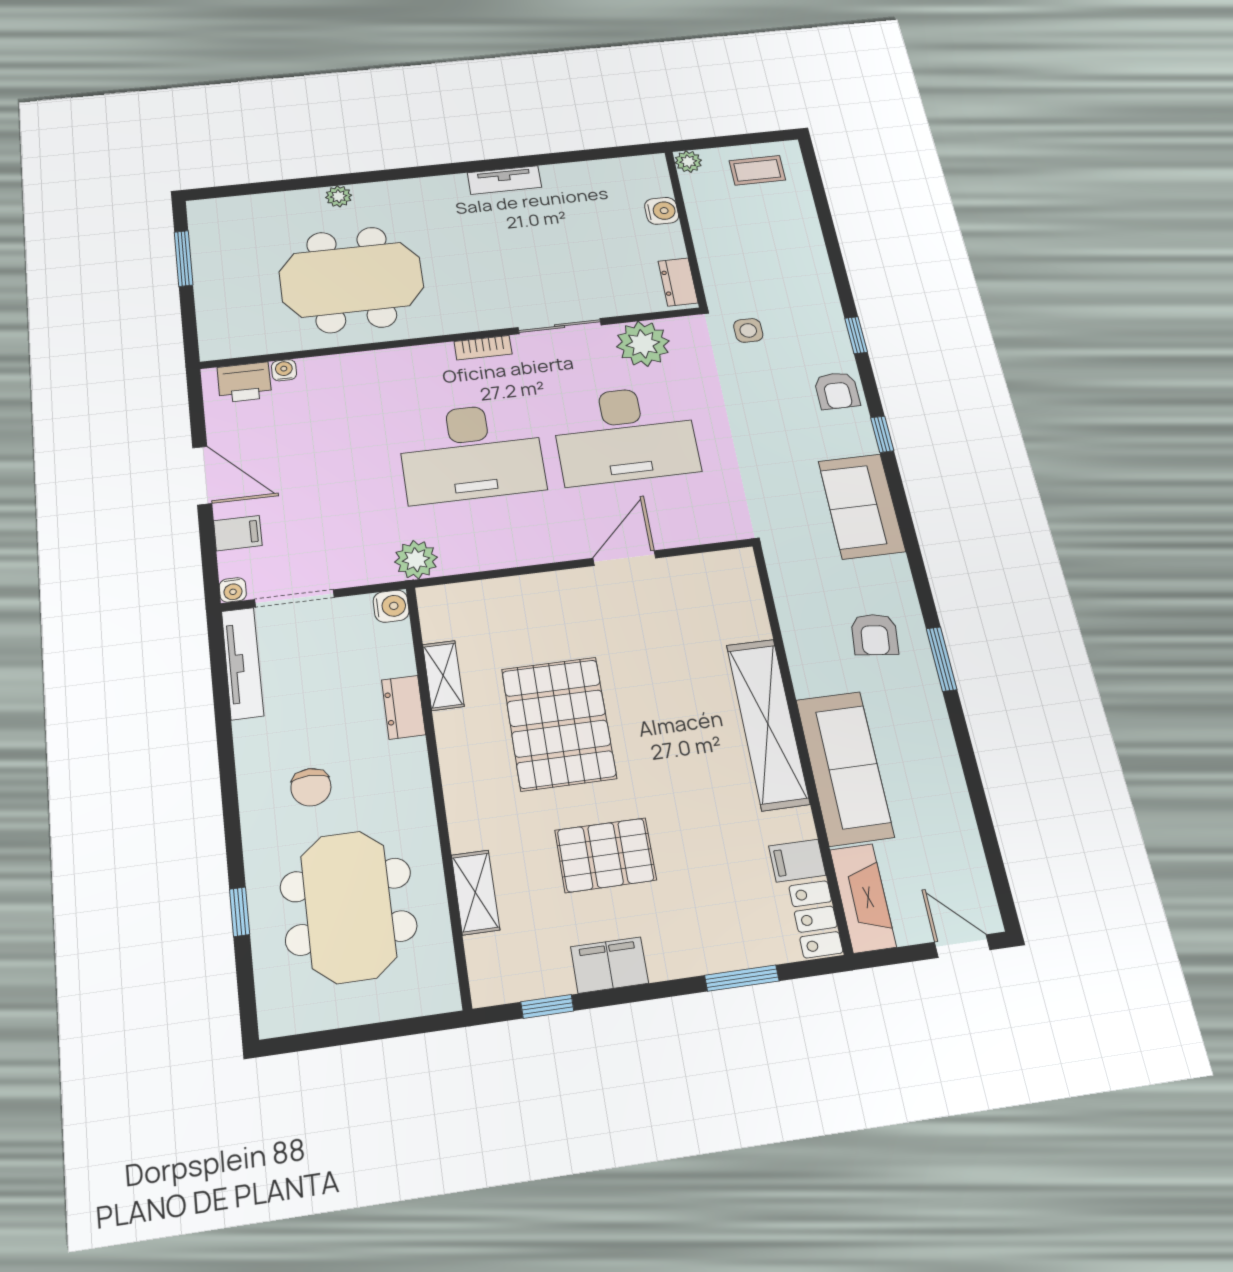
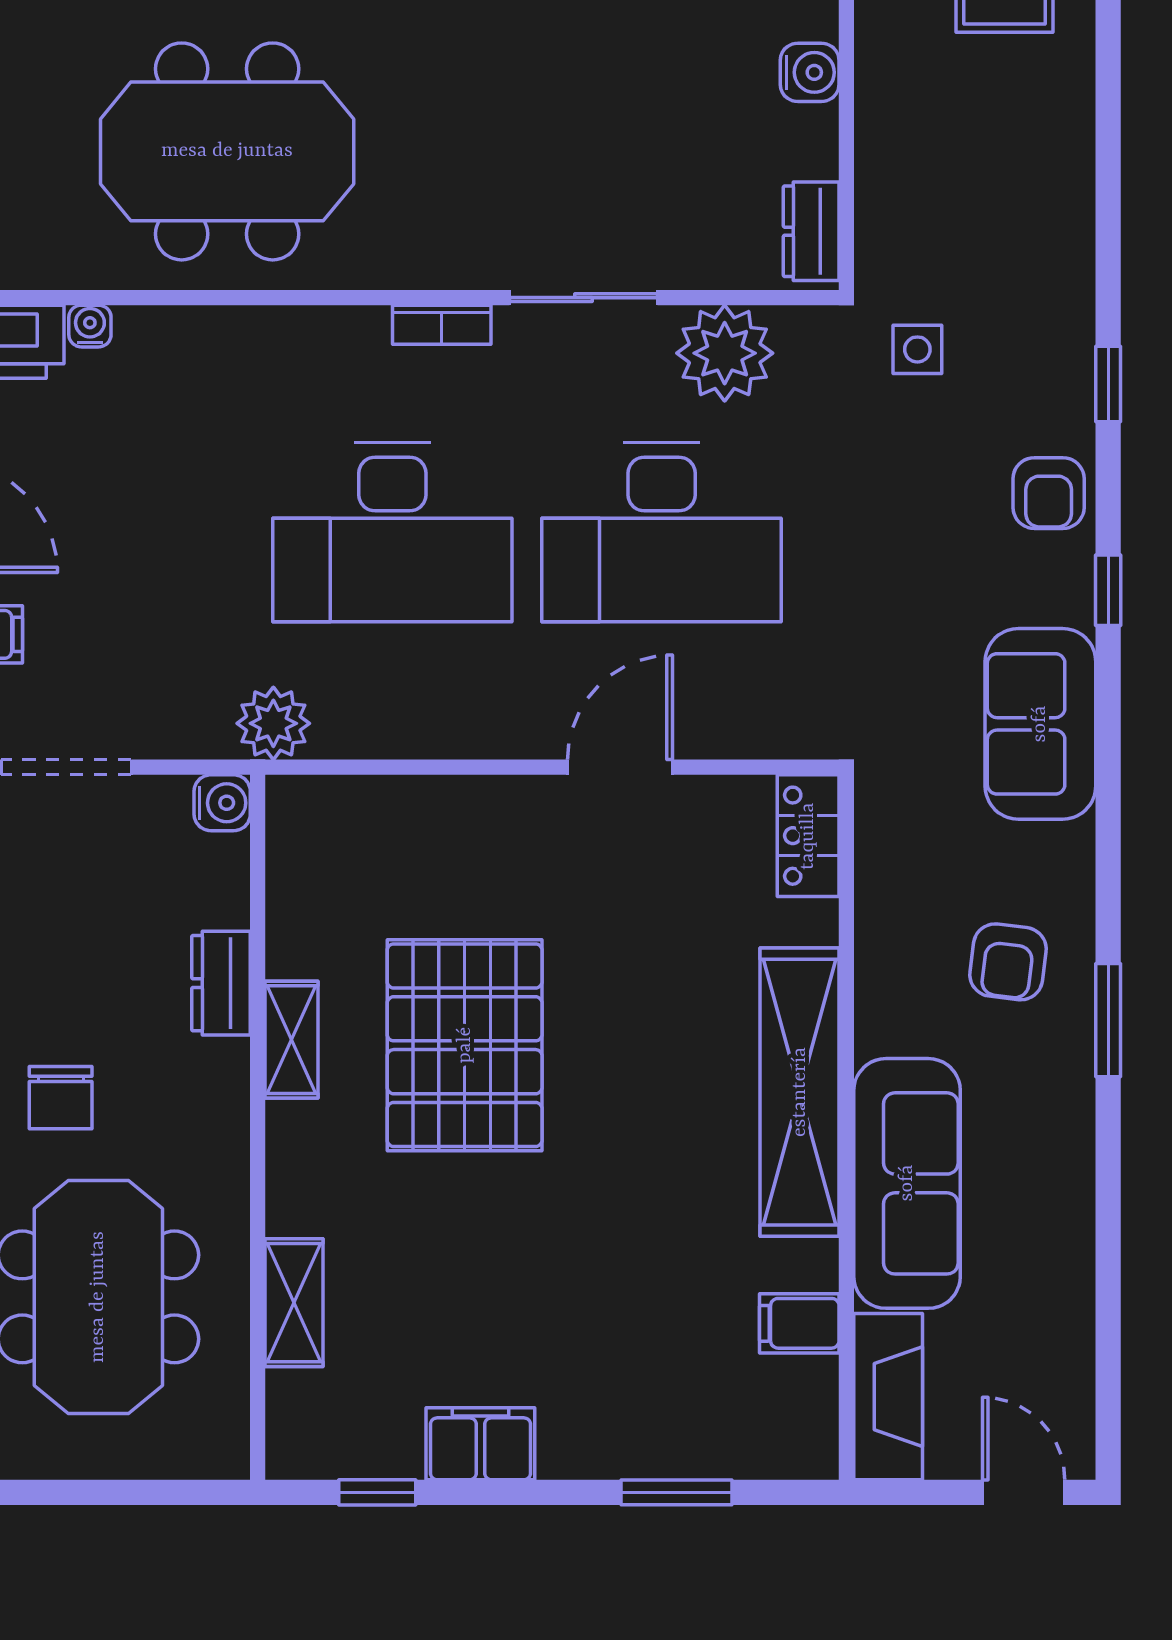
shelving: (443, 675) -> (292, 1040), moved
pallet: (606, 855) -> (503, 1272), removed
locker: (816, 919) -> (808, 836), moved

